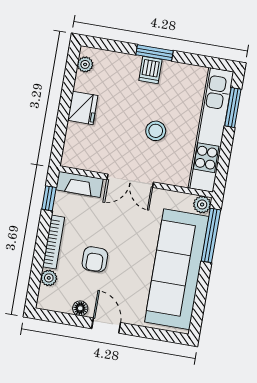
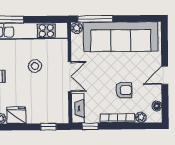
fridge: (83, 108) -> (16, 115), moved
window: (60, 135) -> (48, 127), added
floor lamp: (80, 308) -> (157, 106), moved

